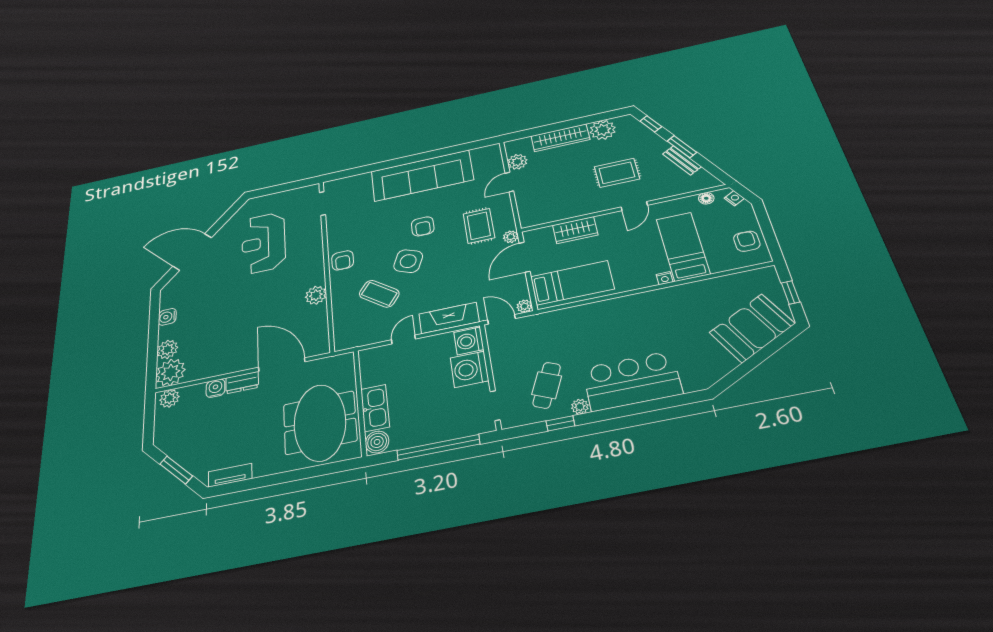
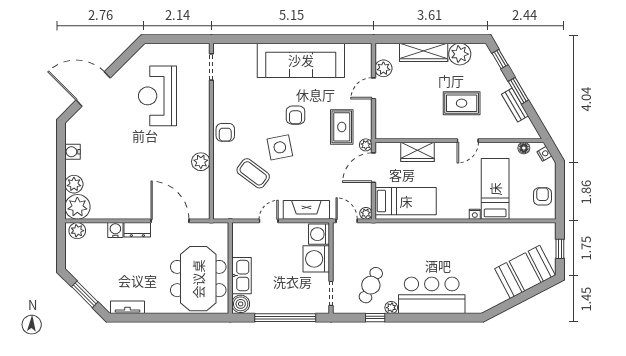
side table: (408, 261) -> (280, 147), turned -33

